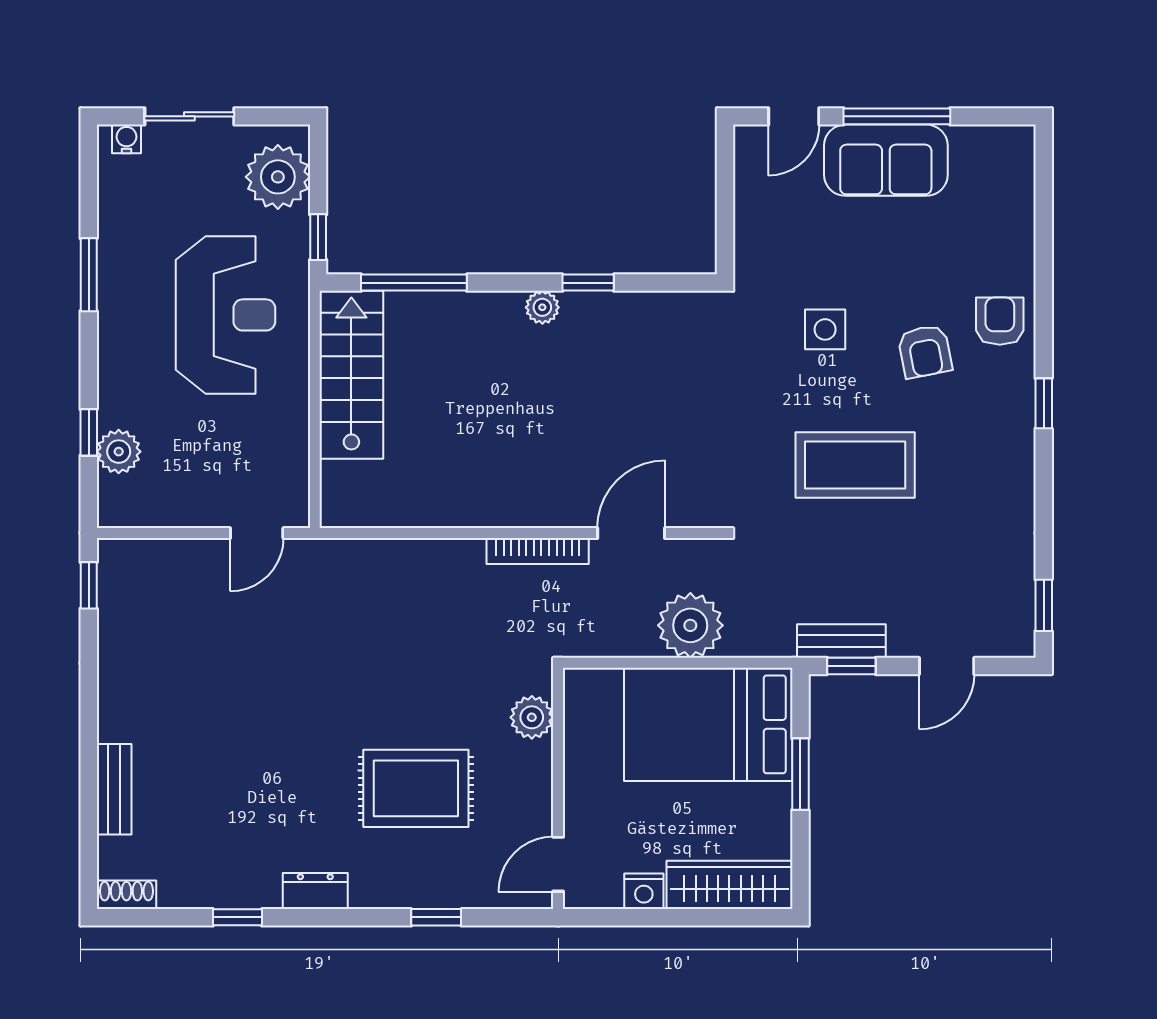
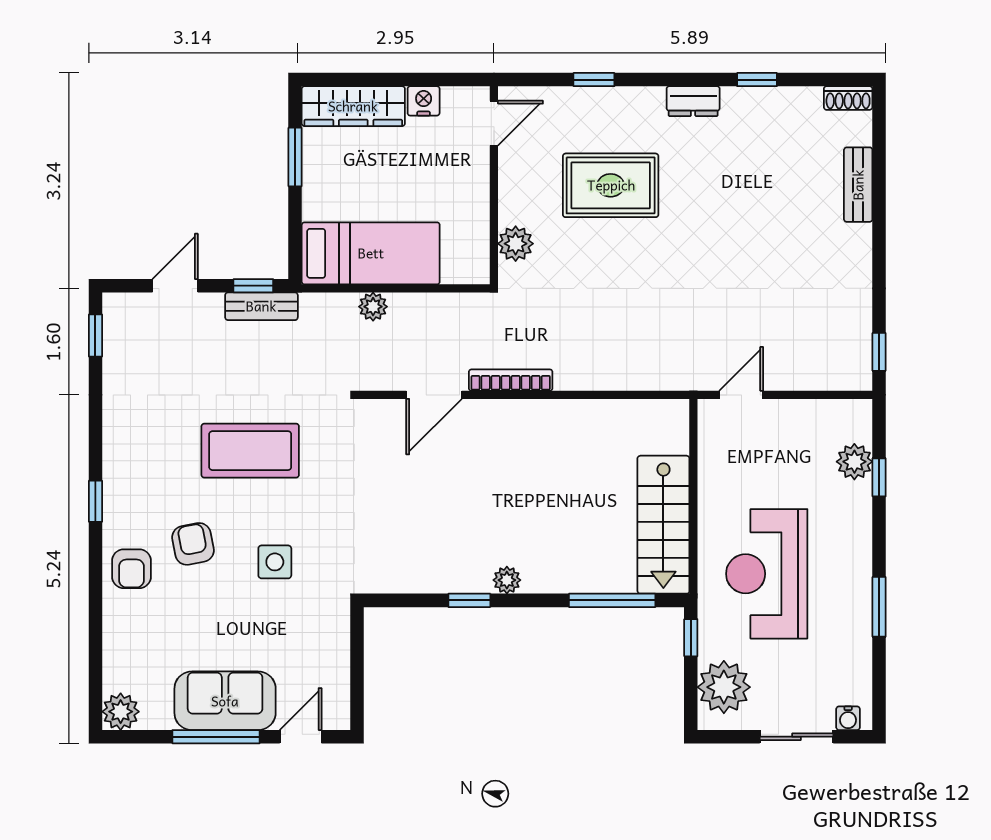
plant: (1013, 147) -> (121, 712), added
plant: (690, 625) -> (373, 307), width x0.53, depth x0.53
bed: (708, 724) -> (371, 253), width x0.67
window: (800, 774) -> (295, 157), moved

